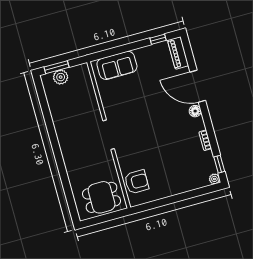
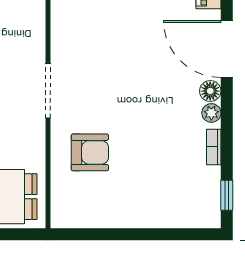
plant: (214, 179) -> (211, 113), moved
armchair: (137, 182) -> (90, 152), moved

